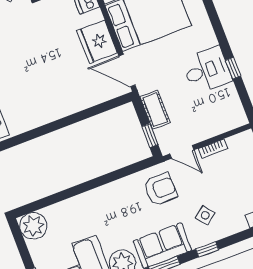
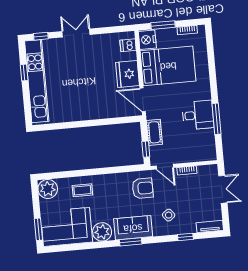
window: (233, 68) -> (217, 119), width x2.17
coffee table: (80, 215) -> (82, 190), added
window: (207, 249) -> (185, 237), moved

